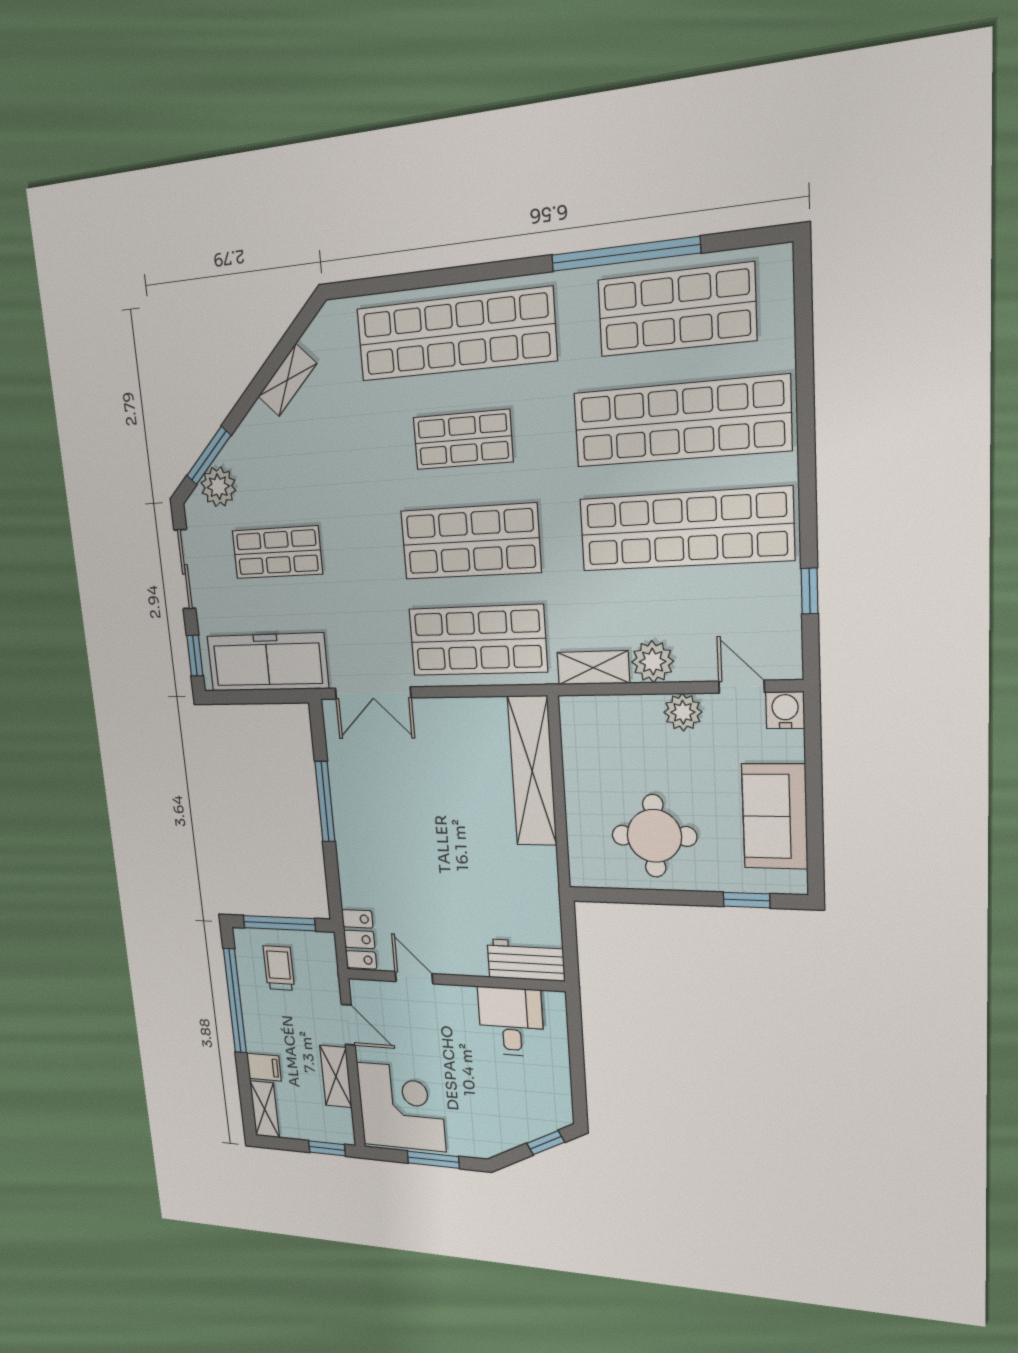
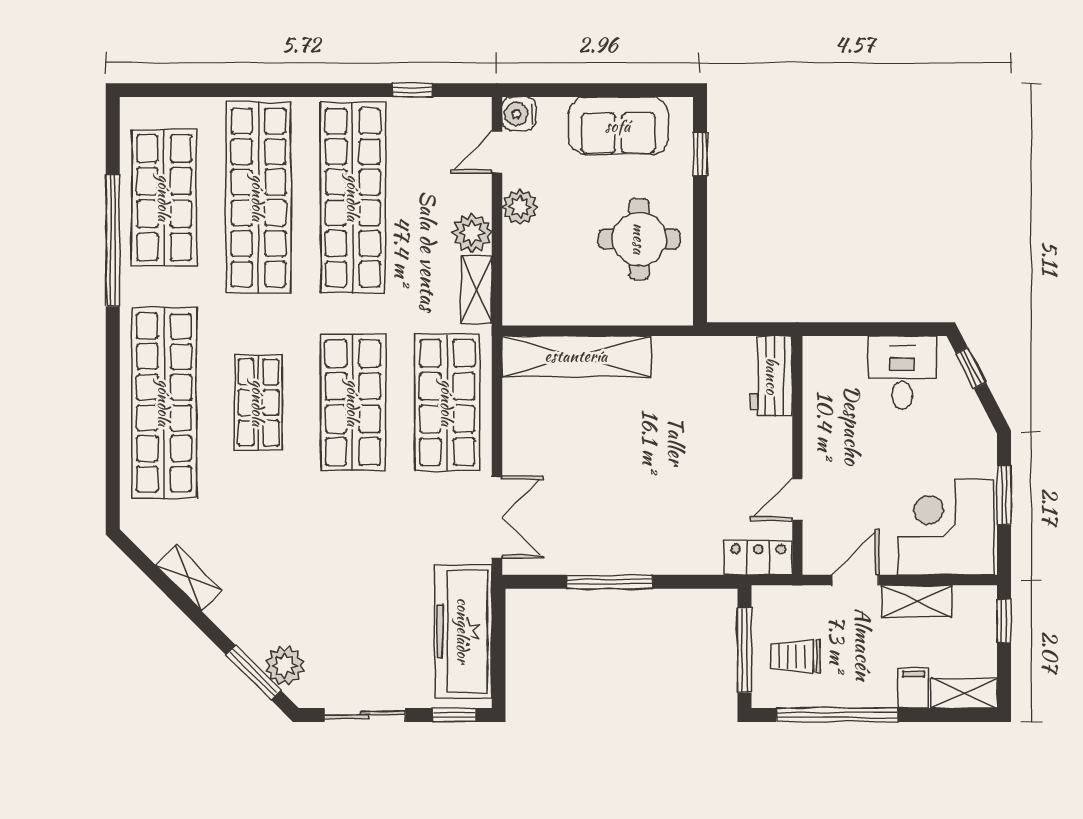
shop shelf: (277, 552) -> (353, 607), removed
desk: (511, 1022) -> (902, 373), moved, turned 90

